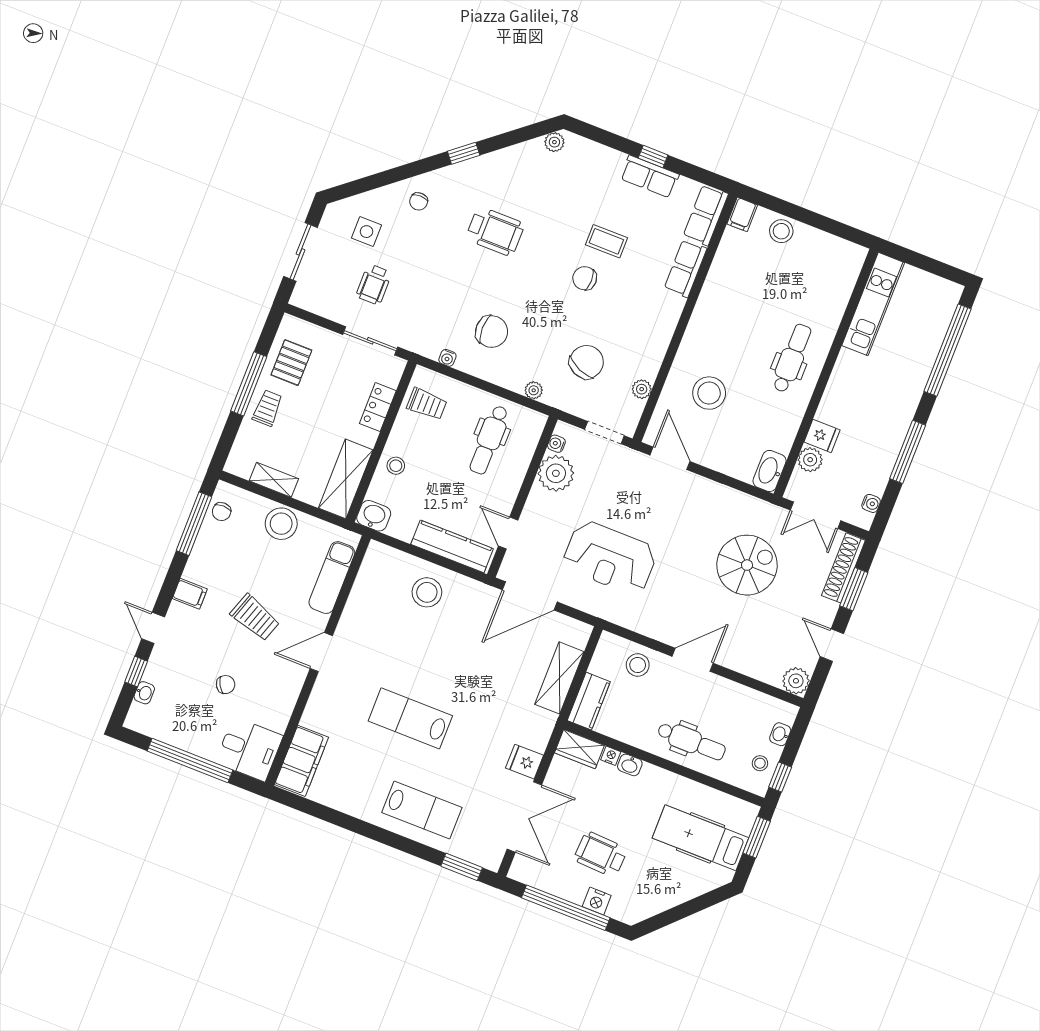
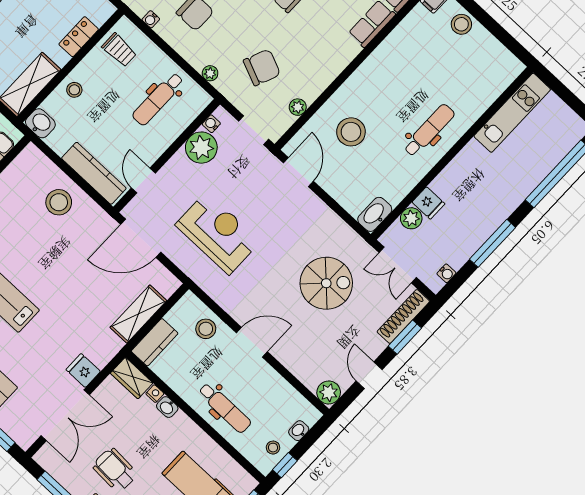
reception desk: (610, 558) -> (218, 233), turned 180

